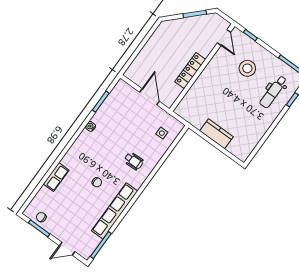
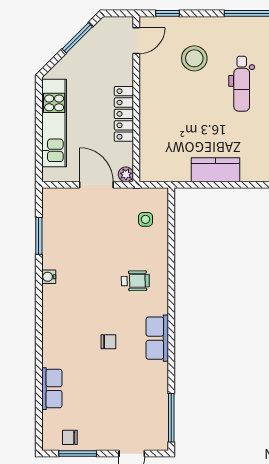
door: (224, 37) -> (136, 41), hinge flipped
kitchen unit: (151, 49) -> (54, 123), added
dental chair: (273, 92) -> (242, 84), moved
plant: (169, 103) -> (126, 174), added
row of seats: (56, 177) -> (52, 389), moved
row of seats: (115, 211) -> (157, 338), width x0.50

